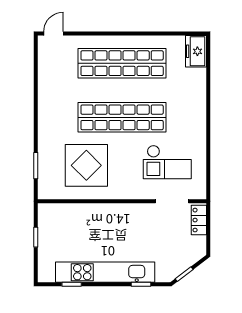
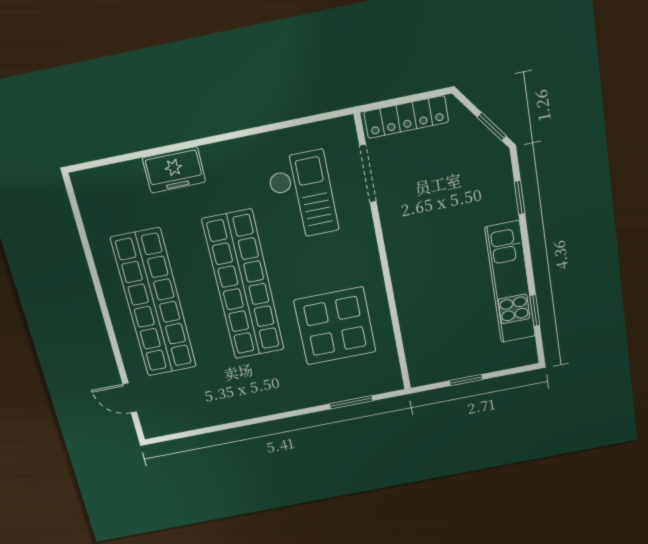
door: (54, 33) -> (130, 398), moved
freezer: (196, 51) -> (174, 170), moved
locker: (199, 220) -> (406, 117), width x1.53
kitchen unit: (105, 272) -> (510, 282), width x0.73

